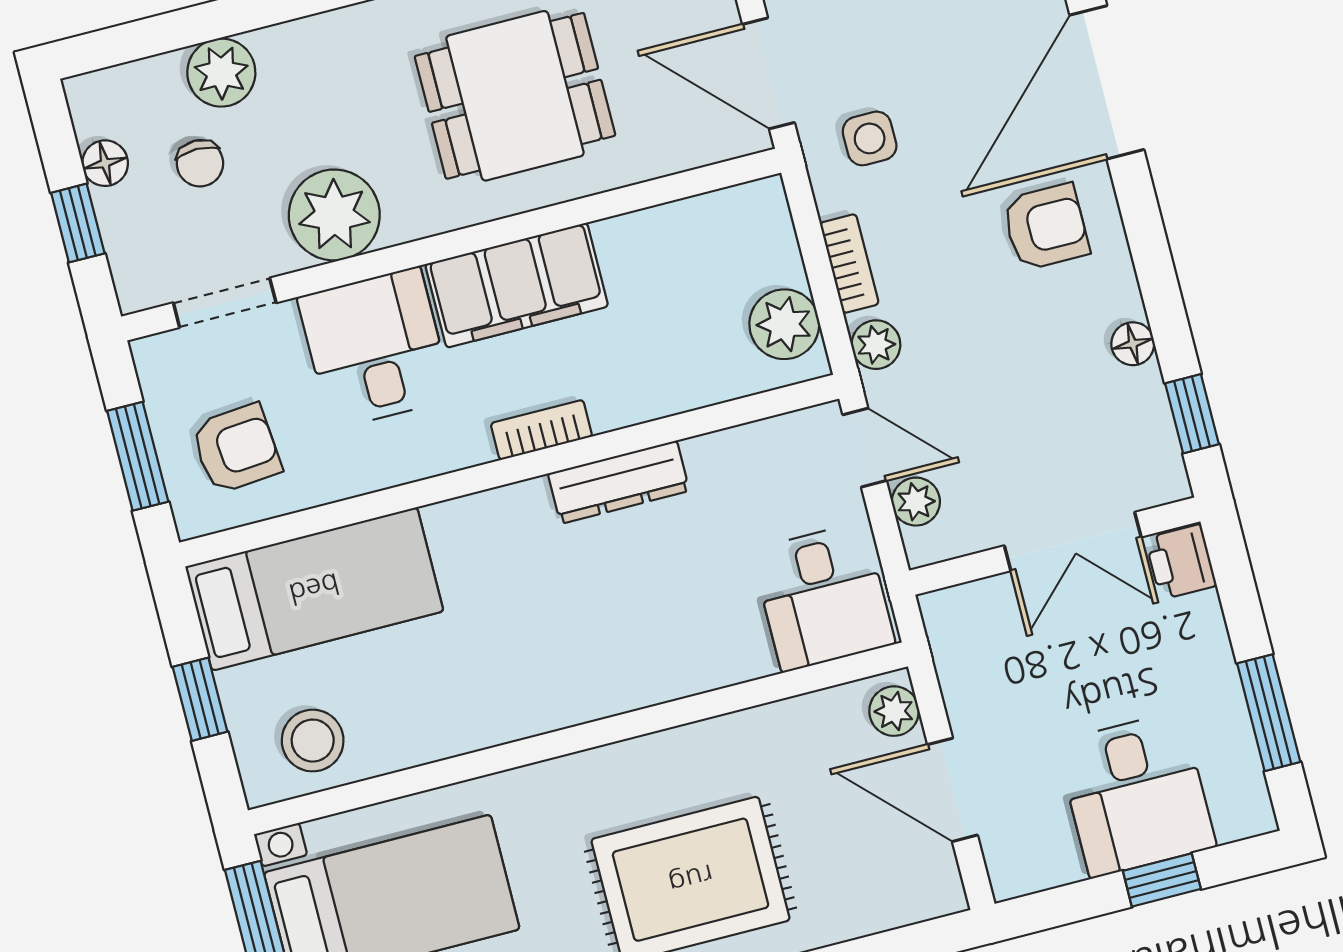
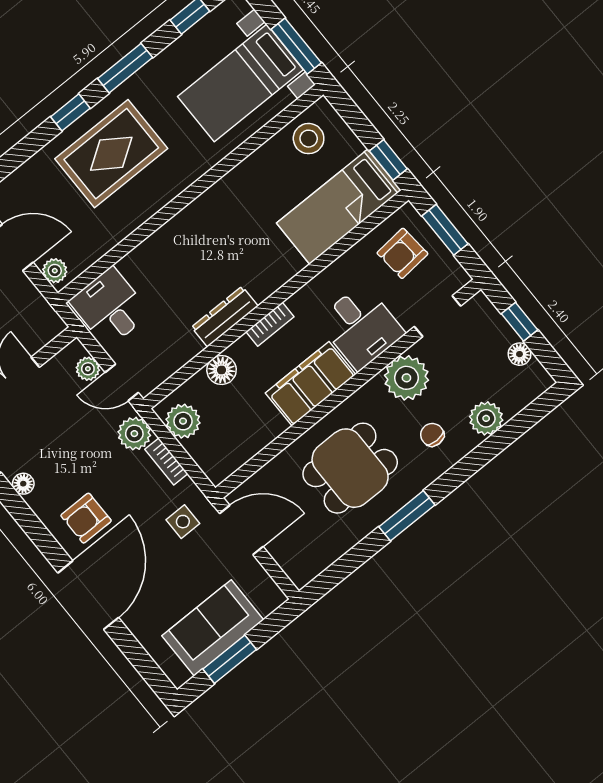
chair: (200, 163) -> (432, 435), moved
plant: (876, 345) -> (134, 434), width x1.38, depth x1.38
floor lamp: (670, 386) -> (222, 370), added
window: (200, 699) -> (388, 160), moved

